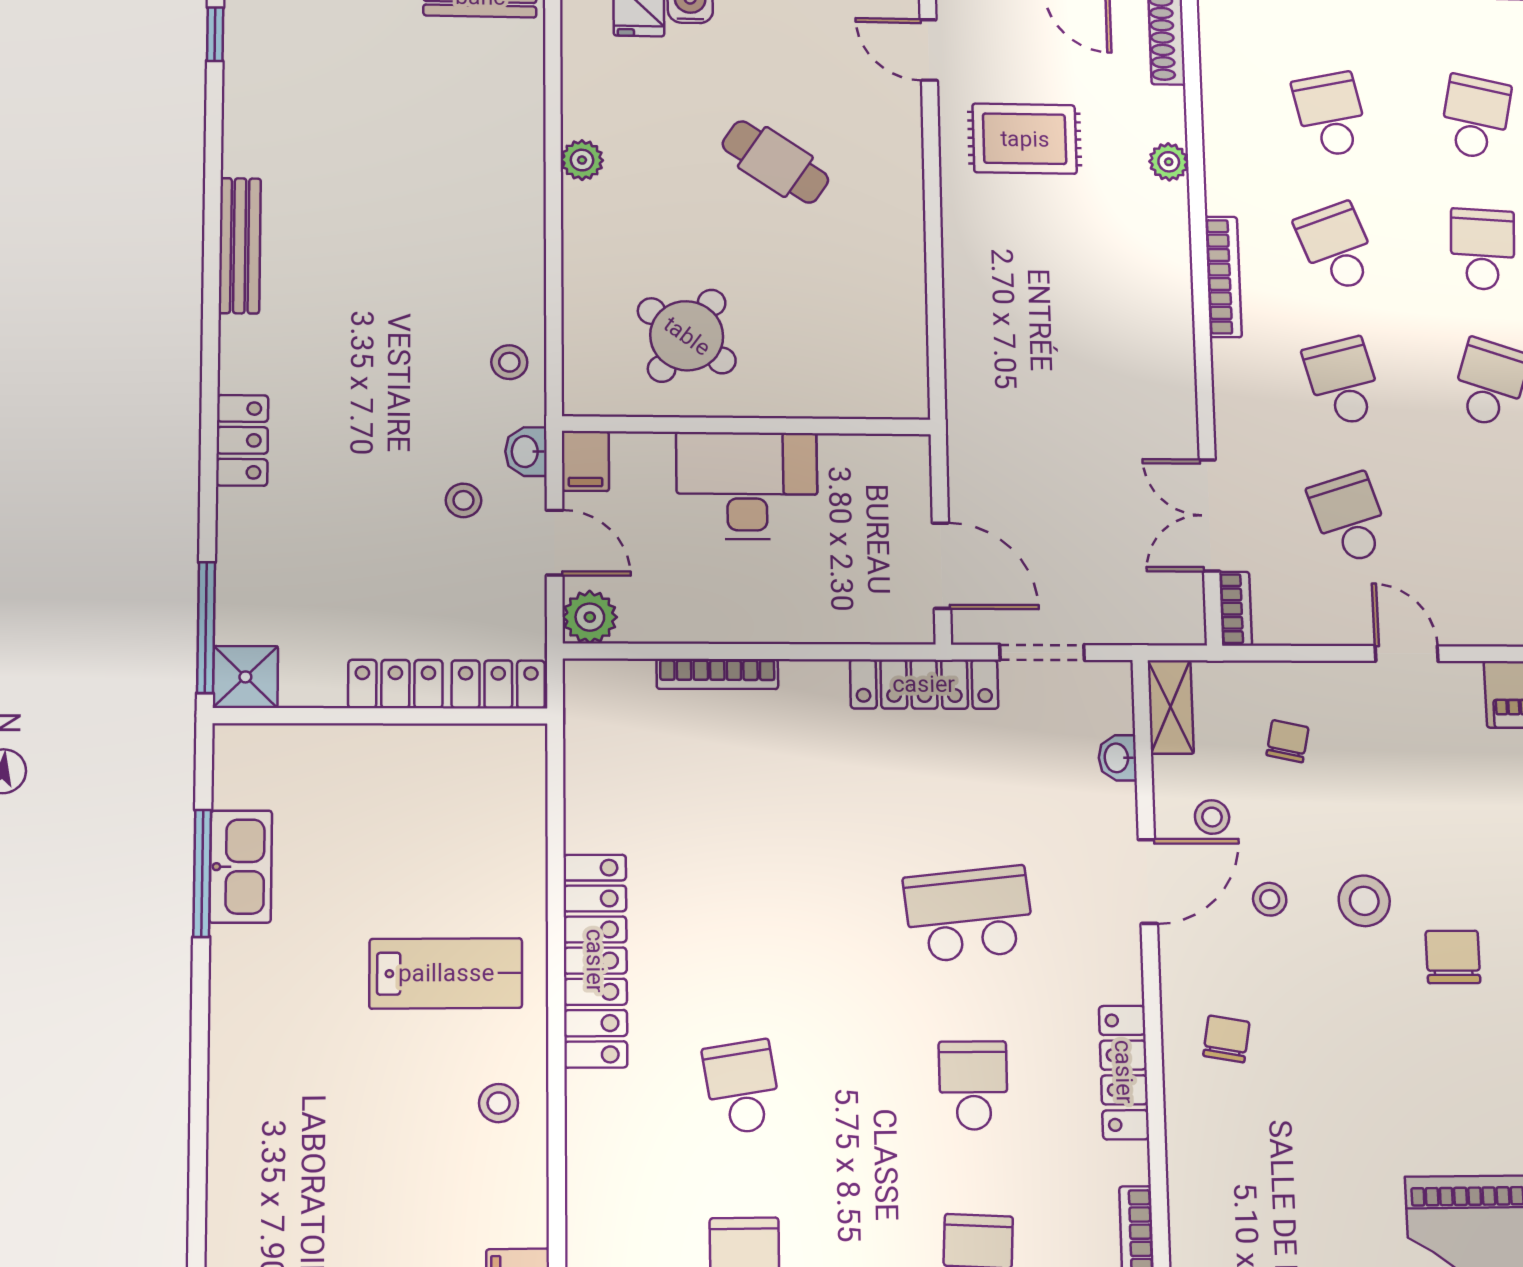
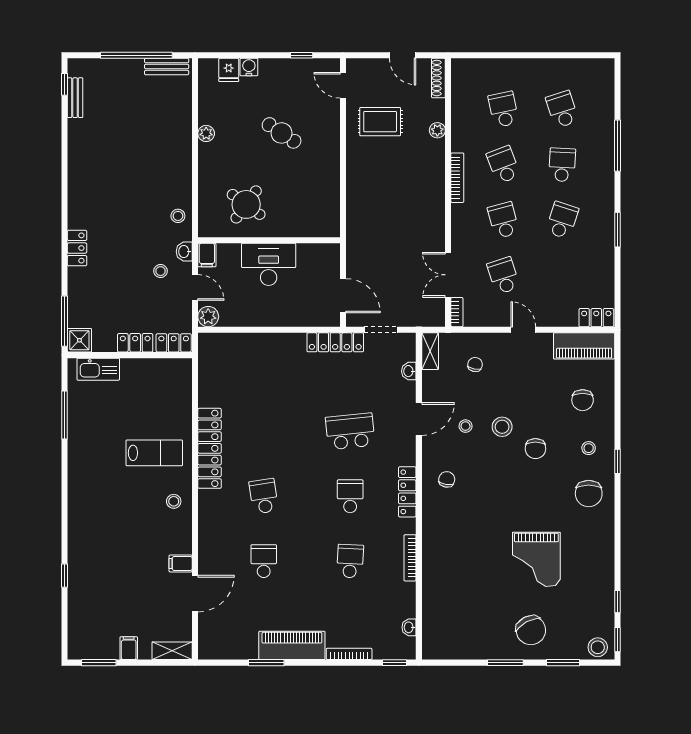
school desk: (1475, 117) -> (562, 109), turned -30
bench: (240, 246) -> (75, 98), moved, width x0.73
bookcase: (717, 674) -> (256, 339), removed
stool: (1212, 817) -> (445, 394), removed
kitchen sink: (241, 867) -> (98, 369), moved, turned 90
chair: (1453, 957) -> (535, 449), turned 180

